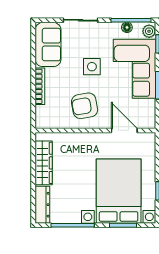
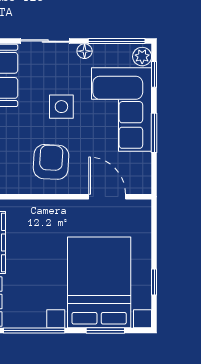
floor lamp: (127, 27) -> (85, 51), moved
armchair: (85, 106) -> (51, 162), turned 103

